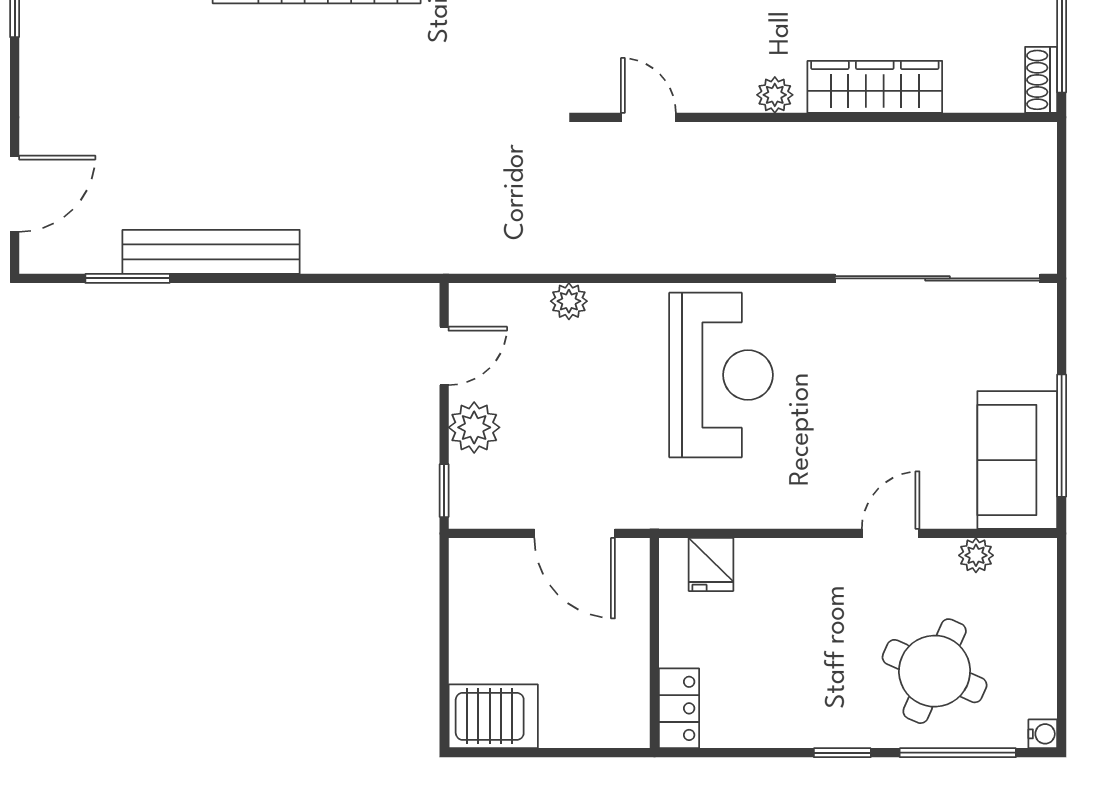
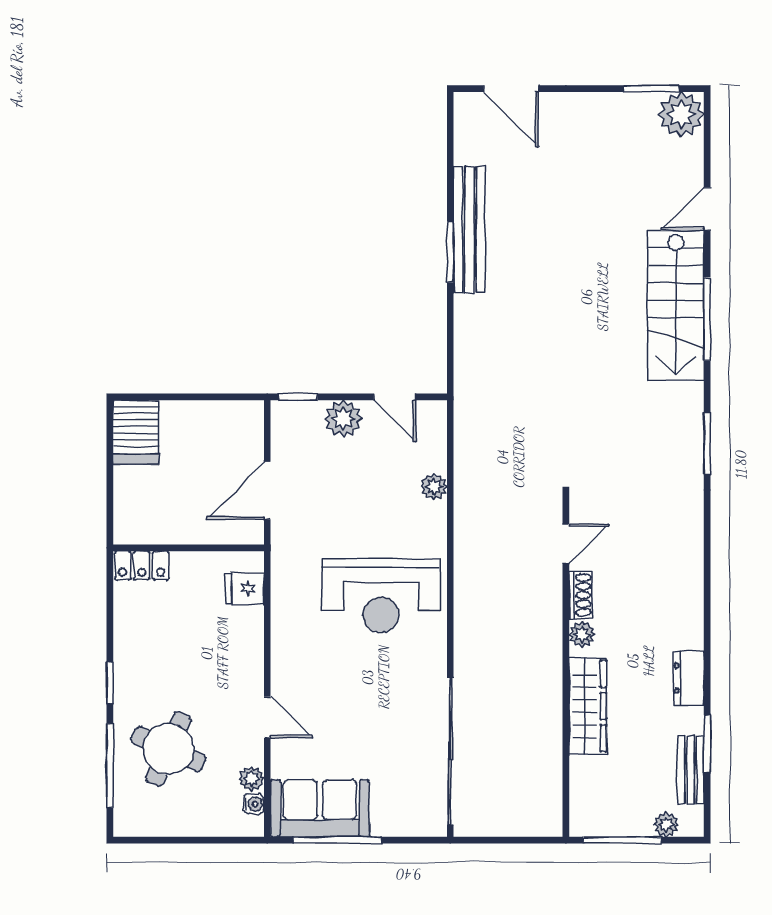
shoe rack: (1041, 80) -> (581, 595), moved, turned 90
window: (128, 278) -> (450, 252), moved
water cooler: (1043, 734) -> (254, 804), moved, turned -90

